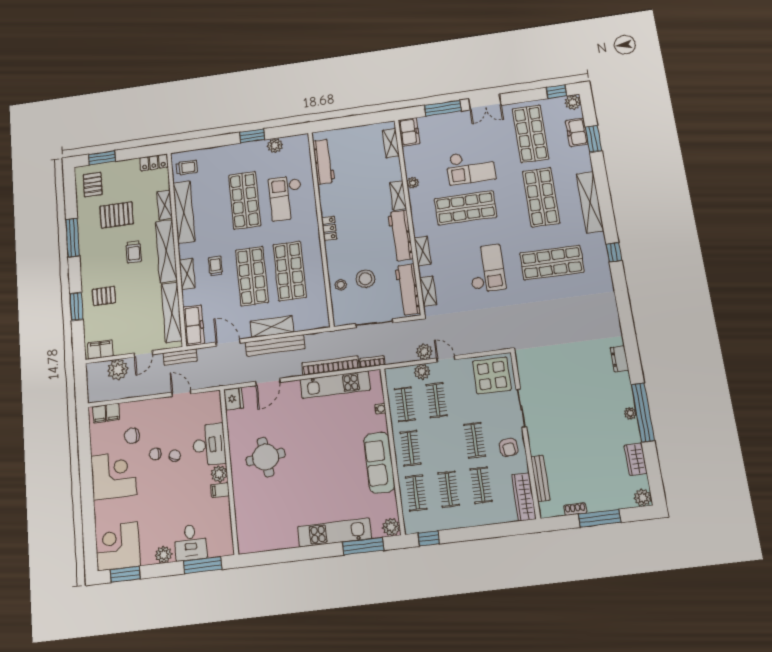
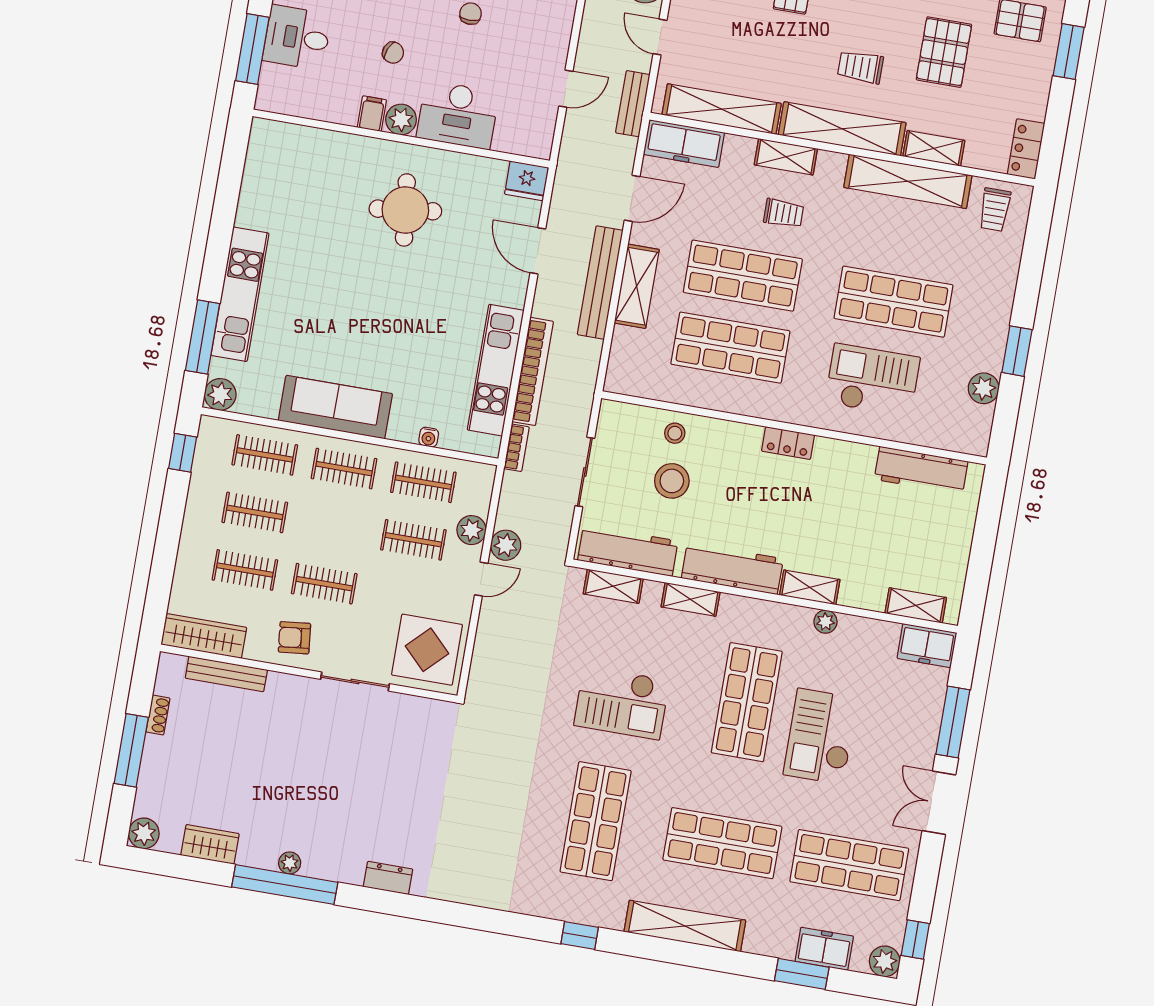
chair: (175, 456) -> (393, 53), moved

